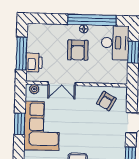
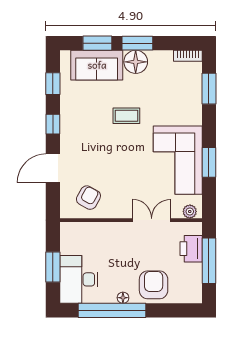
armchair: (78, 50) -> (154, 285), moved

